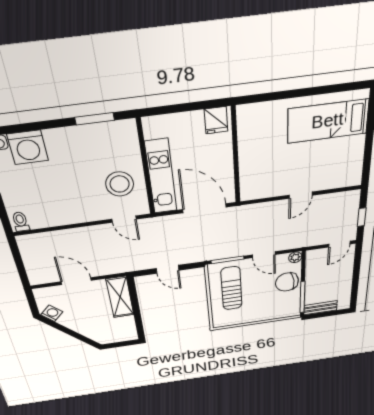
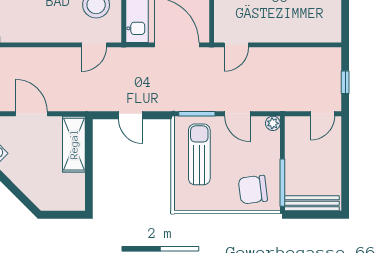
door: (301, 195) -> (236, 45), moved
door: (124, 219) -> (94, 45), hinge flipped
chair: (287, 282) -> (253, 190), moved
bench: (320, 308) -> (312, 203), width x1.36

